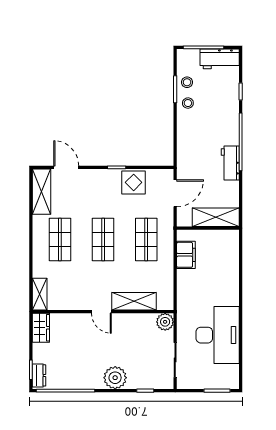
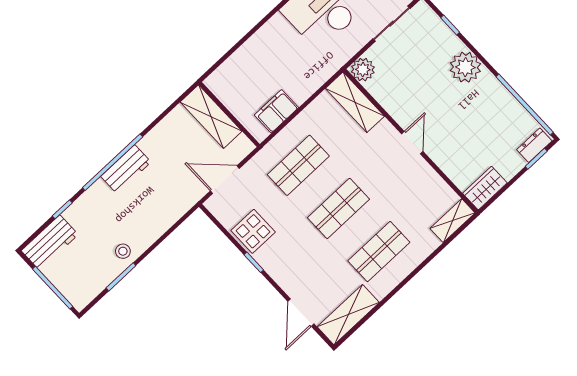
workbench: (220, 59) -> (50, 243), moved, turned 90
stool: (187, 82) -> (103, 272), removed
workbench: (230, 163) -> (126, 169), moved
shelving: (134, 301) -> (355, 102), moved

